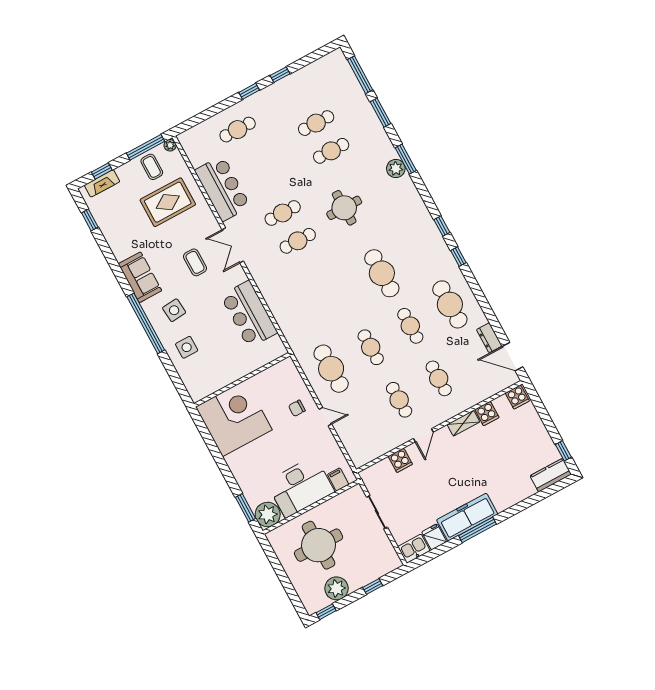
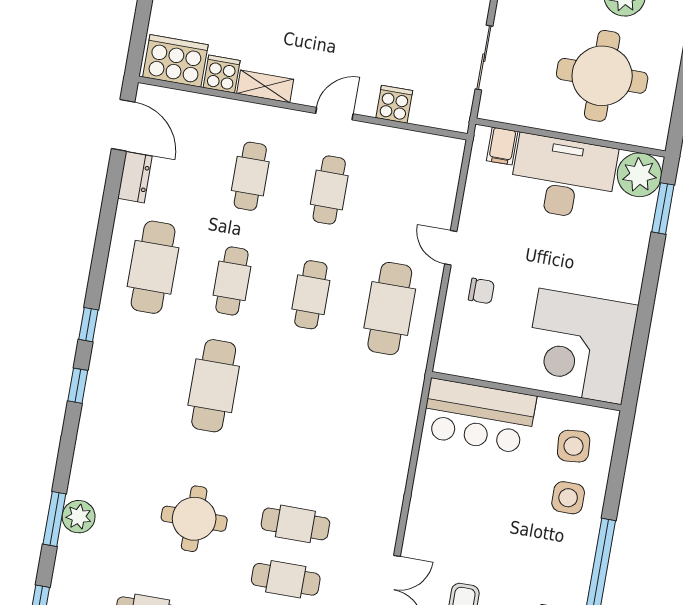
side table: (174, 310) -> (574, 446), moved
bar counter: (249, 314) -> (479, 416), moved, turned 90
cooker: (517, 397) -> (175, 61), width x1.87, depth x1.31

